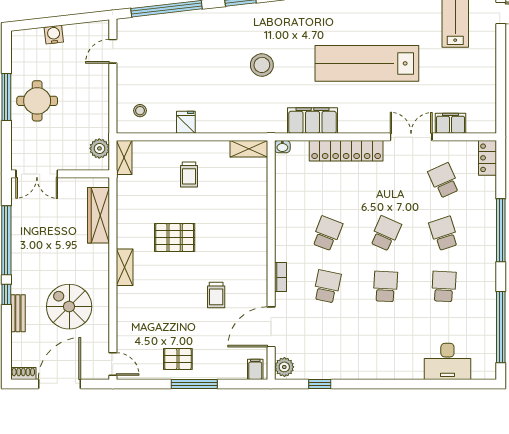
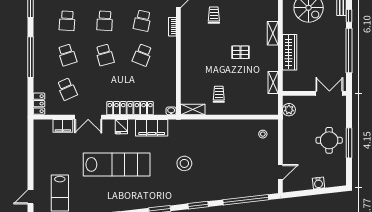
fridge: (186, 122) -> (121, 127), moved
shelving: (124, 158) -> (273, 83), moved
trolley: (189, 175) -> (219, 94), moved
wardrobe: (99, 215) -> (290, 52), moved
school desk: (385, 233) -> (105, 55), turned -39
pallet: (175, 238) -> (241, 52), width x0.67, depth x0.71

